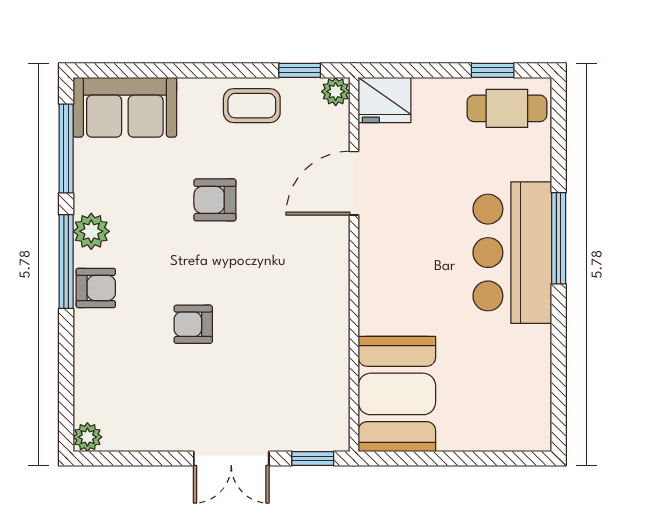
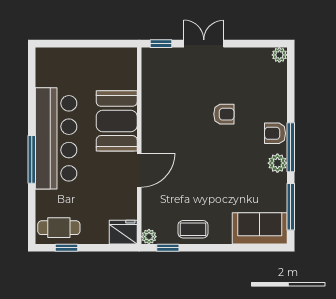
door: (354, 183) -> (139, 170), moved
armchair: (215, 200) -> (212, 180), removed
bar counter: (512, 253) -> (56, 138), width x1.36
booth: (397, 394) -> (117, 121), moved

